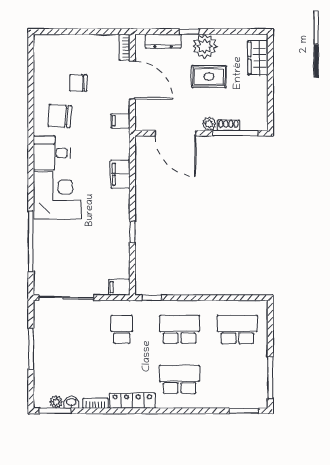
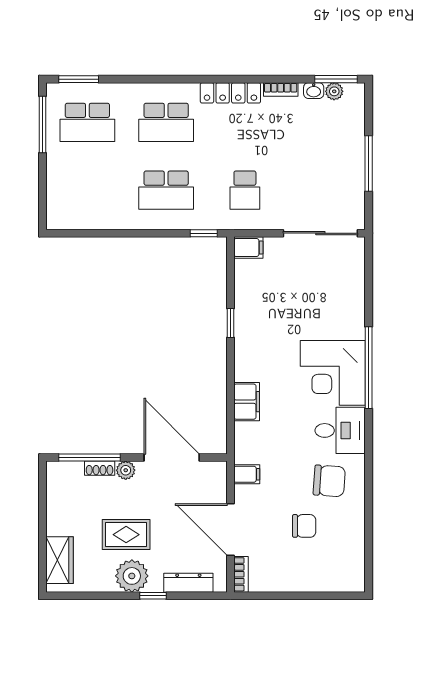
window: (31, 241) -> (369, 368), moved
school desk: (237, 329) -> (87, 122), moved

